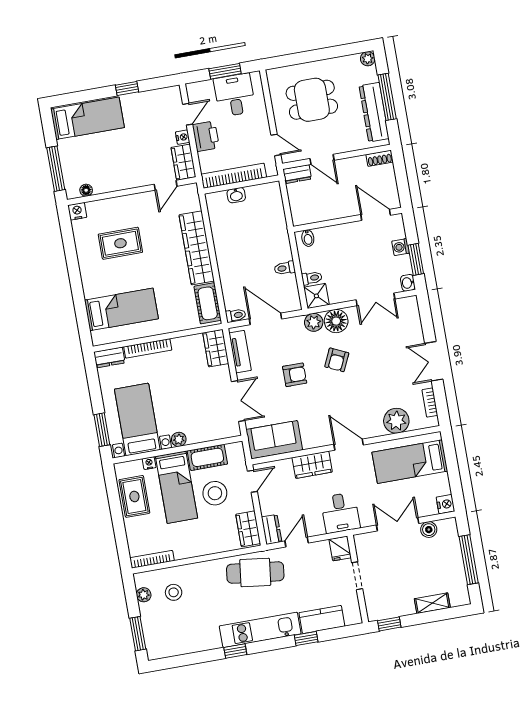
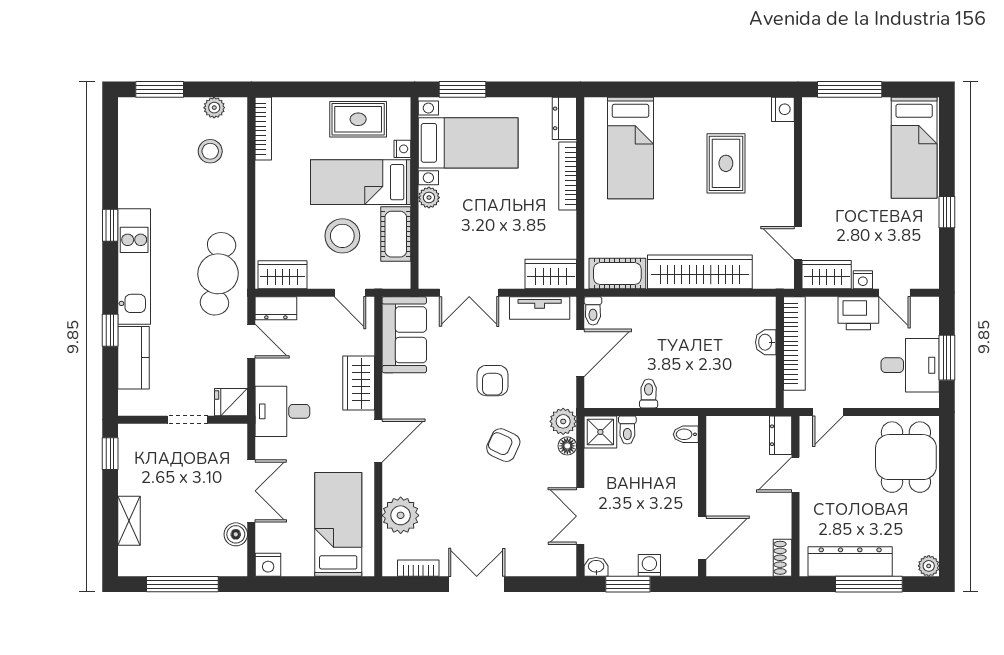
dining table: (312, 100) -> (906, 457), moved
floor lamp: (86, 190) -> (811, 127), removed
floor lamp: (336, 321) -> (567, 446), width x0.53, depth x0.53

